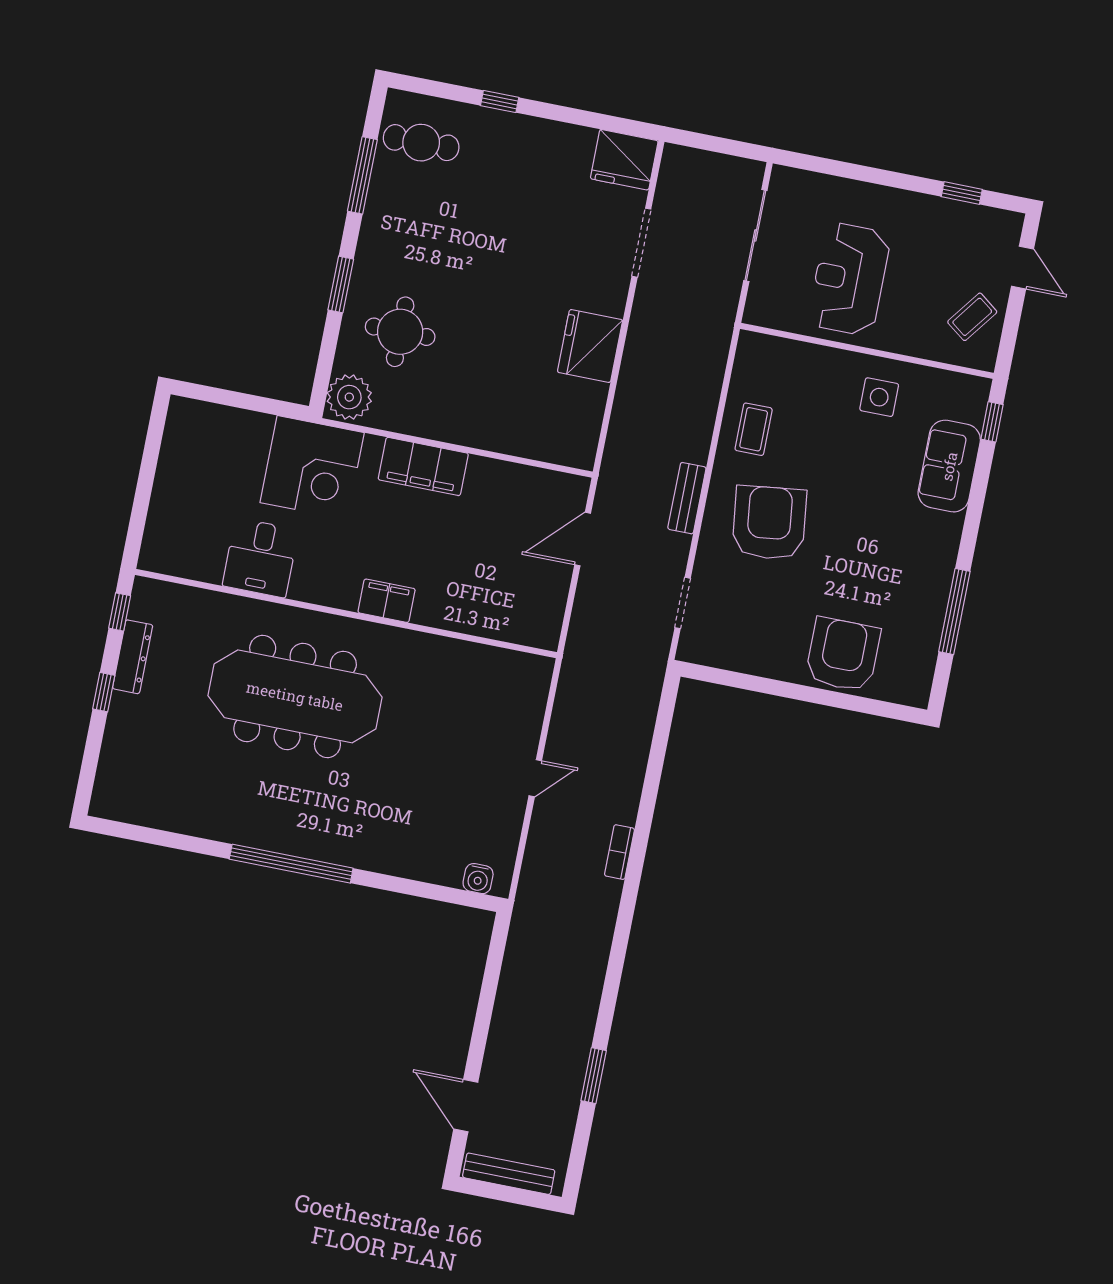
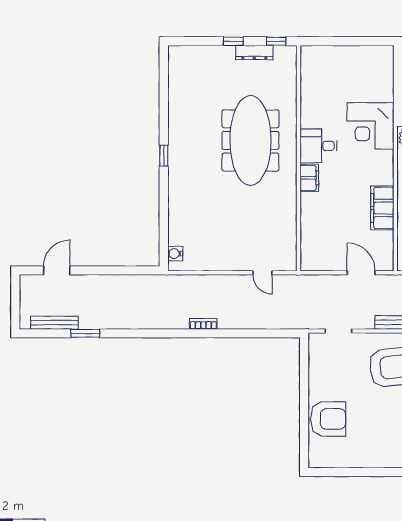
filing cabinet: (423, 466) -> (382, 208), moved
desk: (260, 558) -> (319, 146), moved
window: (954, 612) -> (362, 472), removed
door: (535, 778) -> (262, 273), moved
window: (291, 864) -> (164, 156), width x0.32
bench: (509, 1174) -> (55, 323), moved, turned 90

